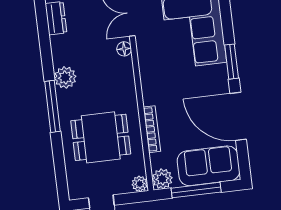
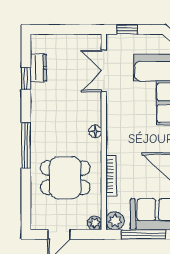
window: (44, 32) -> (26, 79), added
floor lamp: (124, 49) -> (95, 131), moved
plant: (65, 77) -> (40, 121), removed

